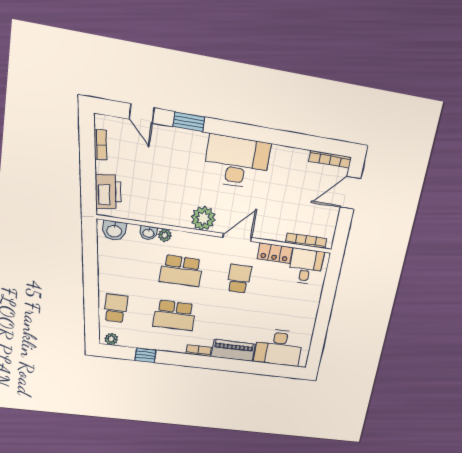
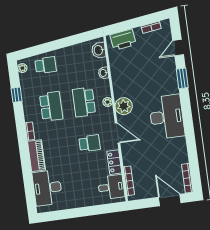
plant: (165, 235) -> (108, 102), moved
school desk: (174, 315) -> (51, 106), turned 180

